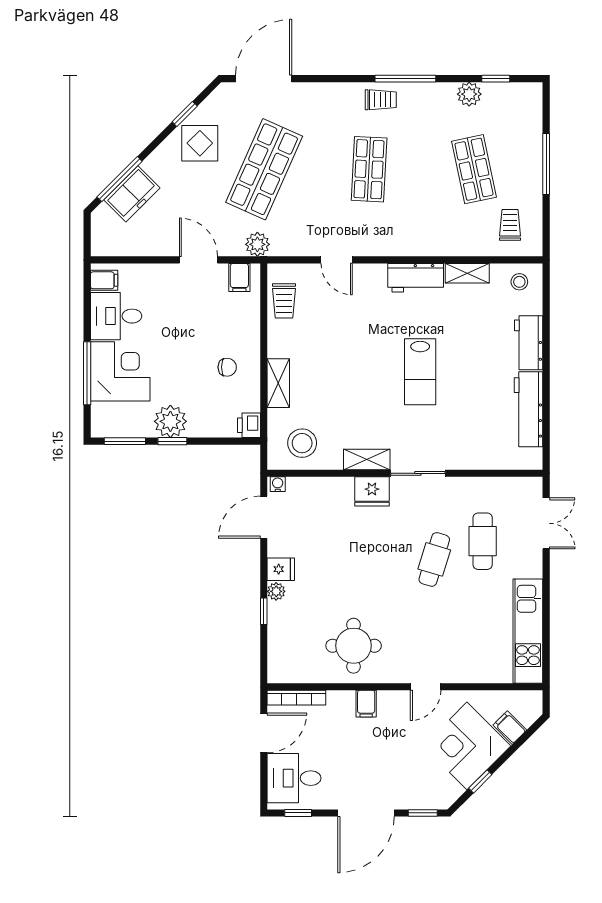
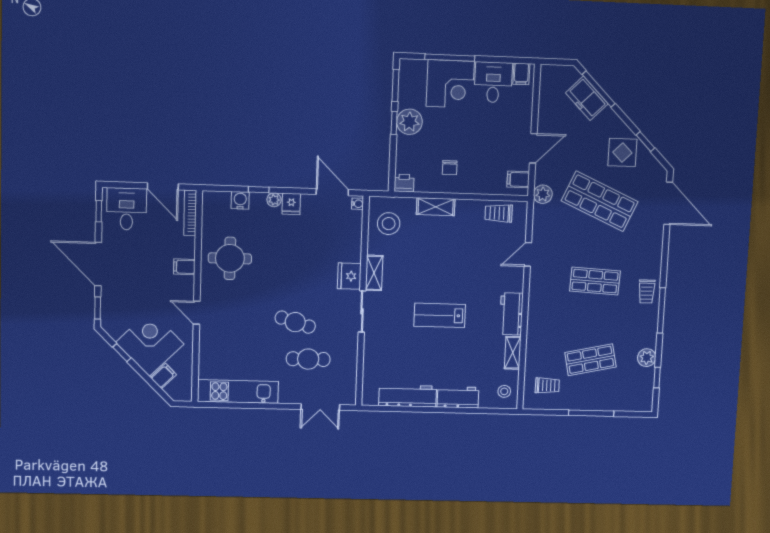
water cooler: (278, 634) -> (240, 200), added

